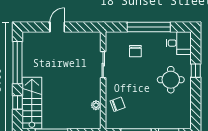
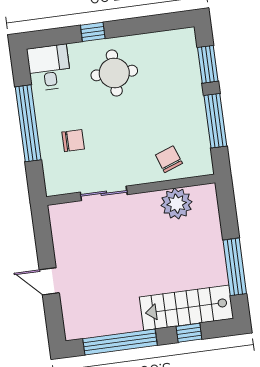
plant: (96, 105) -> (177, 204), width x1.88, depth x1.88

